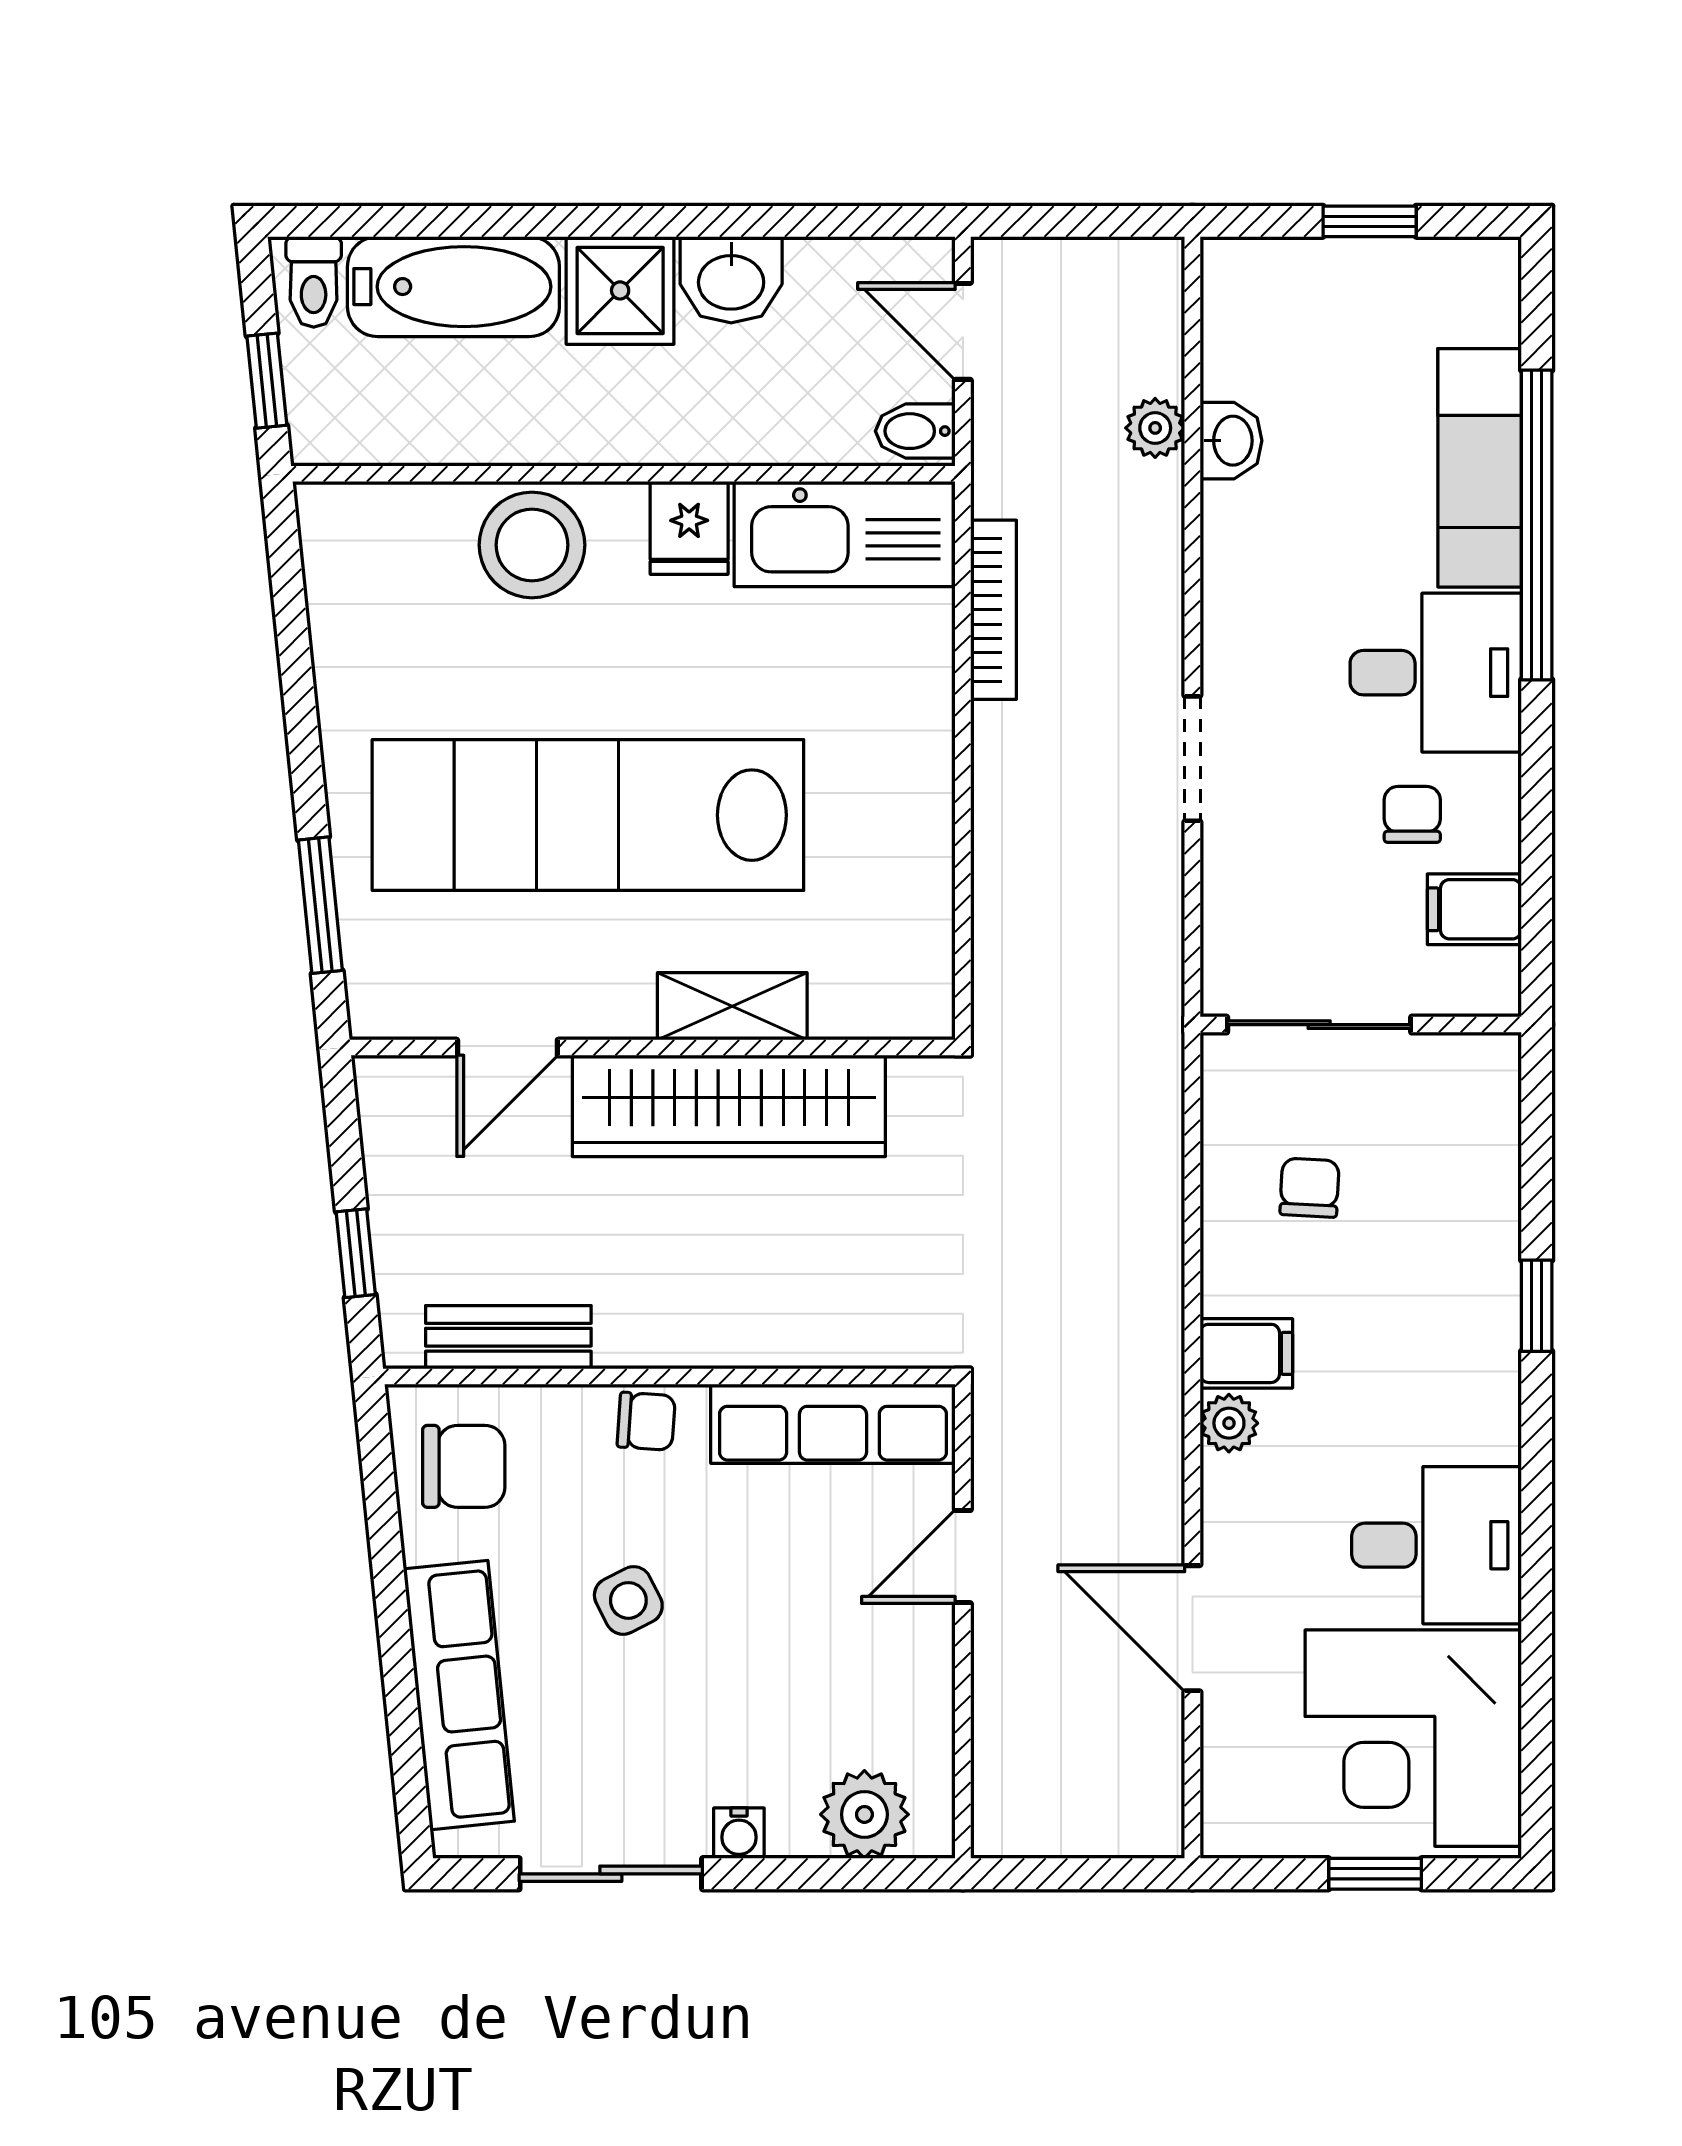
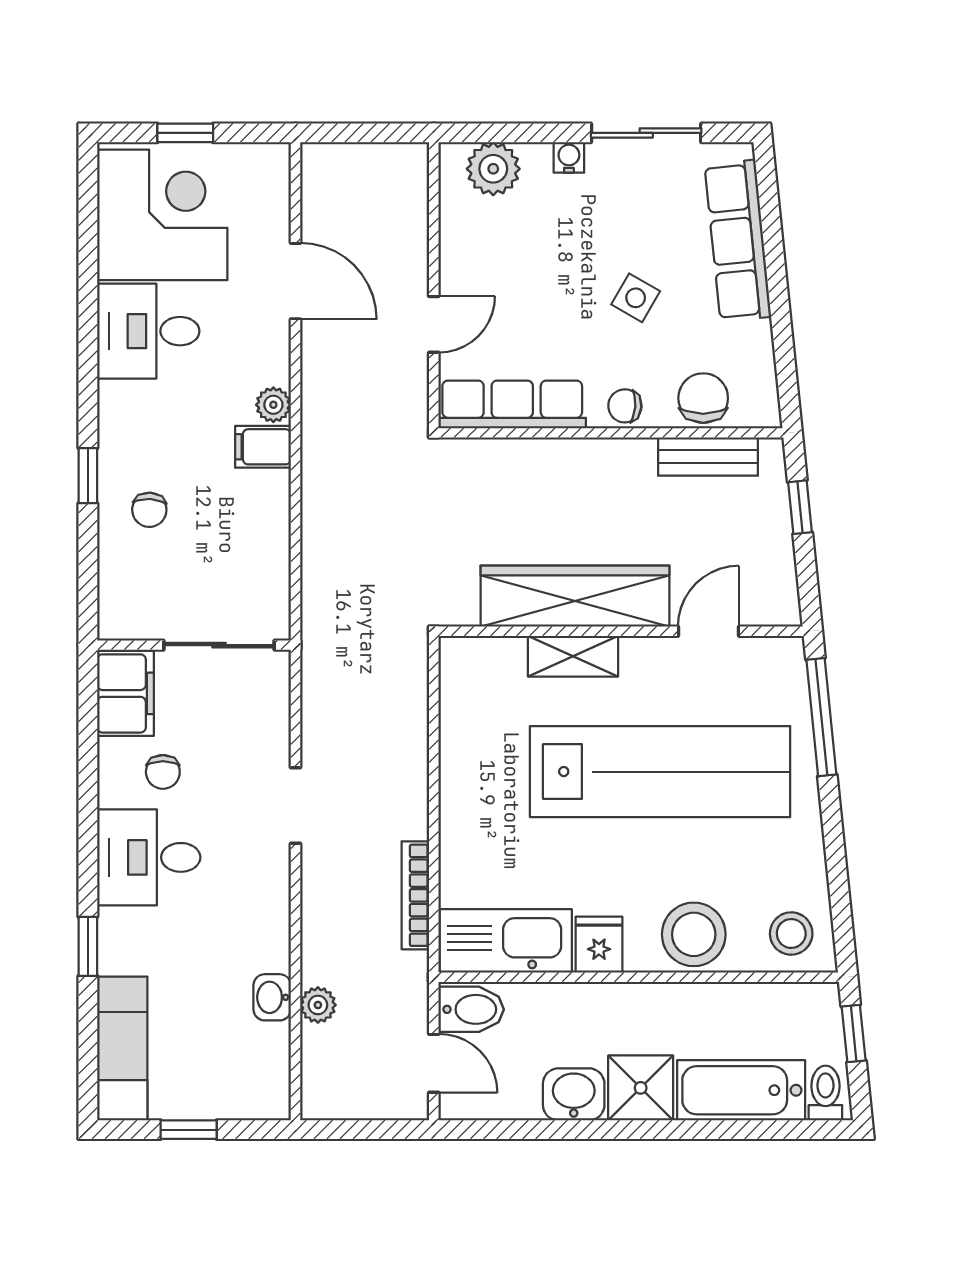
bidet: (915, 431) -> (471, 1009), width x1.38, depth x1.36
exam couch: (1480, 468) -> (122, 1048), moved
window: (1537, 525) -> (88, 946), width x0.32
stool: (370, 546) -> (791, 933), added
window: (320, 905) -> (821, 717), width x1.44
filing cabinet: (1474, 909) -> (125, 693), width x2.00
chair: (1310, 1188) -> (149, 510), moved
chair: (464, 1466) -> (703, 398), moved, turned 90
side table: (628, 1600) -> (636, 298), turned -33

